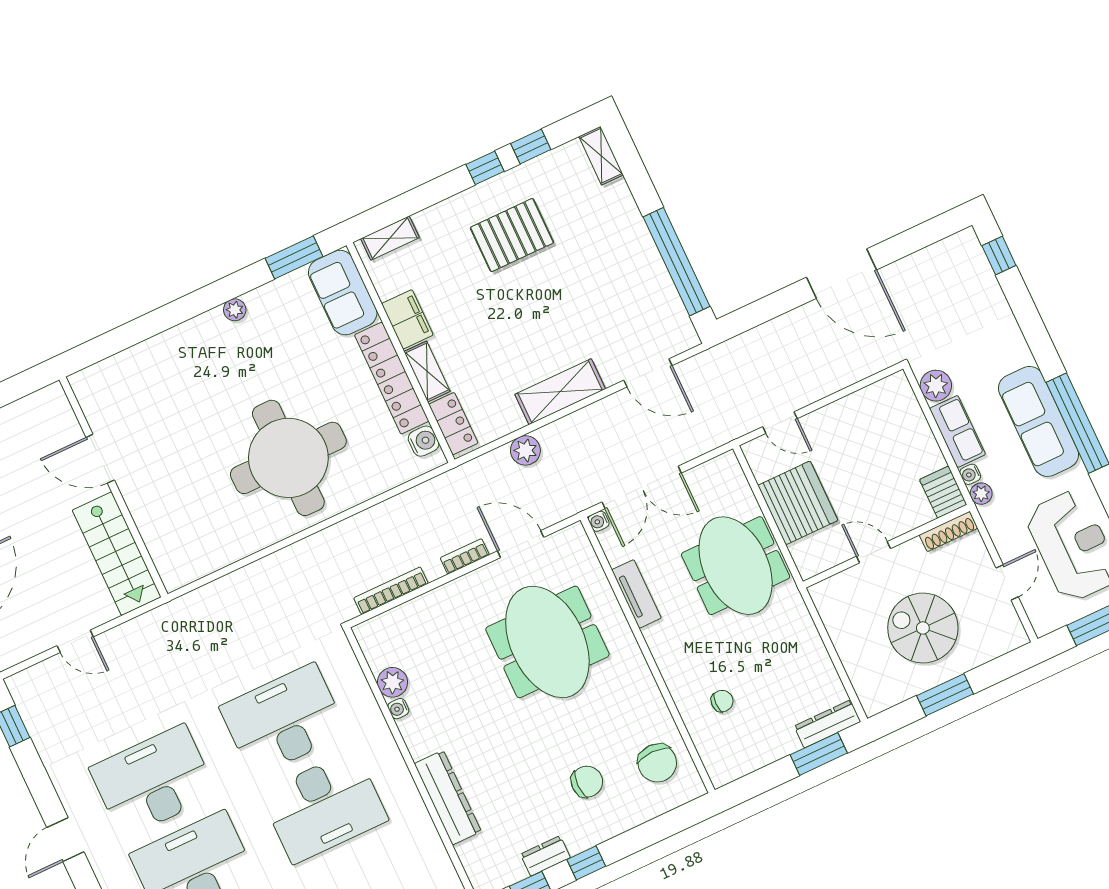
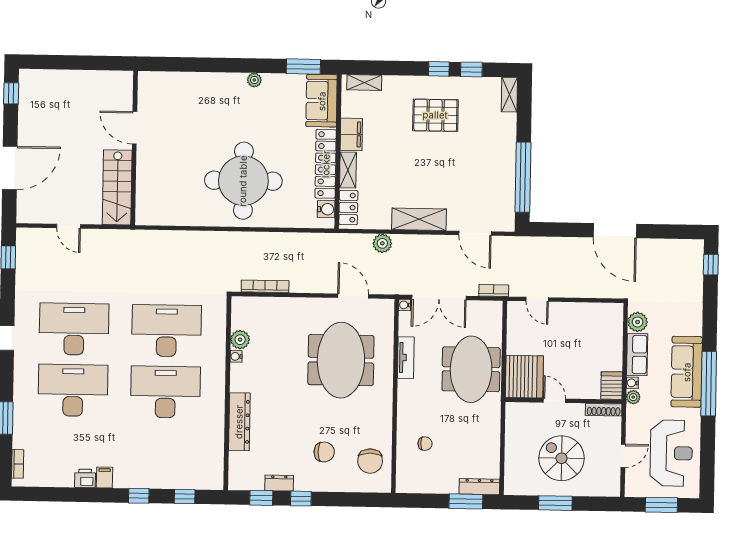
server rack: (798, 503) -> (524, 377), moved
bookcase: (465, 556) -> (494, 290), moved
desk: (324, 807) -> (165, 392), turned 180

